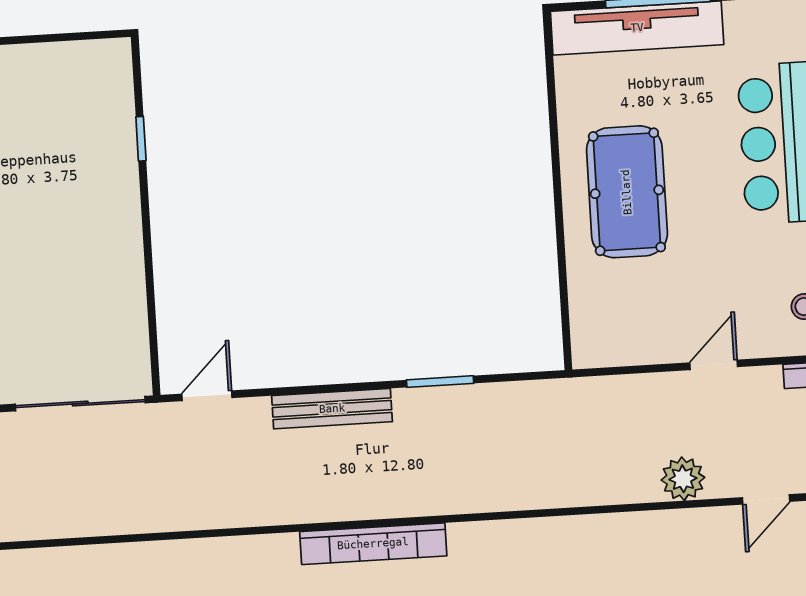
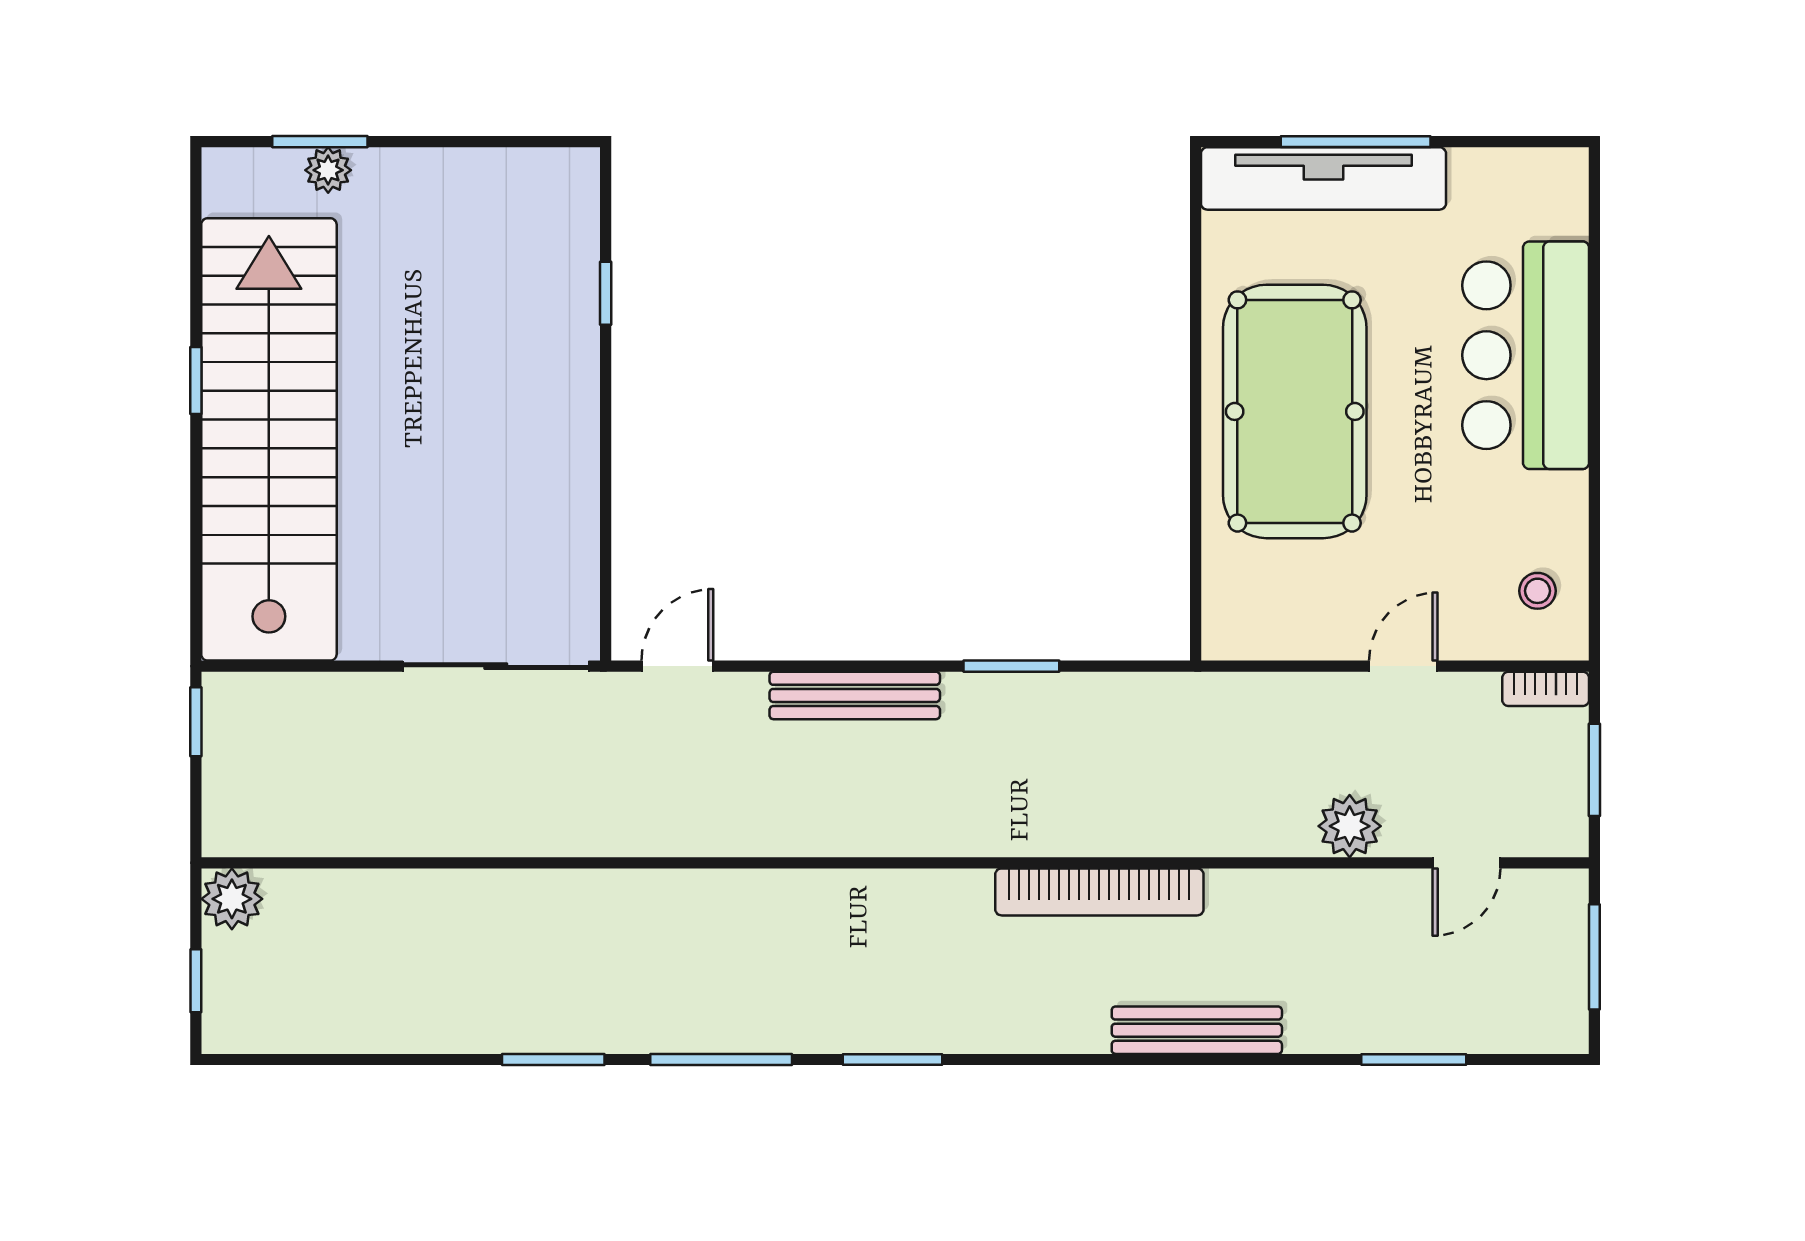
pool table: (627, 192) -> (1295, 411), width x1.36, depth x1.32
bookcase: (373, 544) -> (1099, 892), moved

